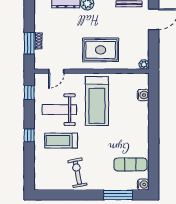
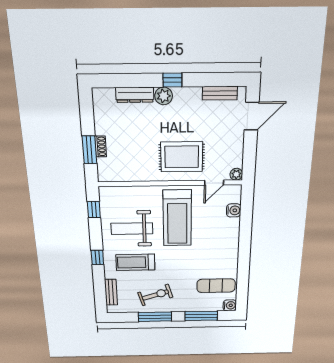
door: (56, 71) -> (214, 183), moved
bench: (39, 169) -> (111, 292), added
exercise bike: (77, 173) -> (155, 295), turned 84
window: (77, 195) -> (155, 317), added

